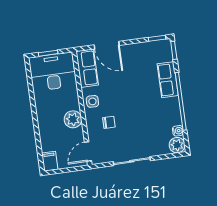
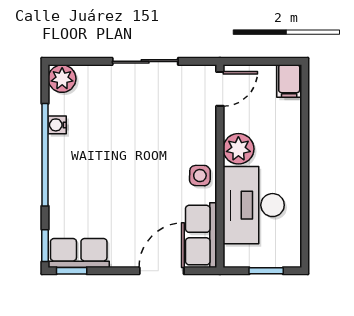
door: (107, 45) -> (162, 271), hinge flipped
desk: (53, 72) -> (254, 205), moved, turned 90
row of seats: (168, 80) -> (79, 253), moved, turned -90
chair: (109, 122) -> (176, 135), removed
water cooler: (178, 131) -> (57, 125), moved

